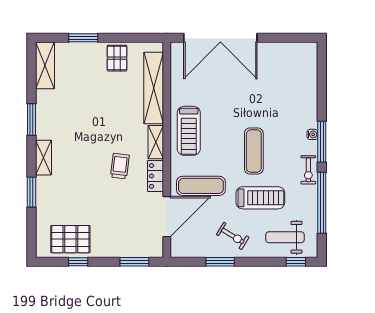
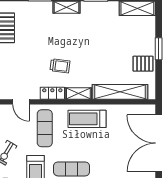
window: (83, 38) -> (159, 49), moved
door: (167, 217) -> (21, 102), width x0.53

